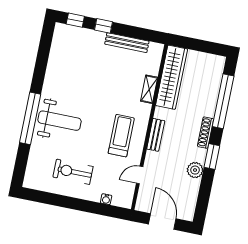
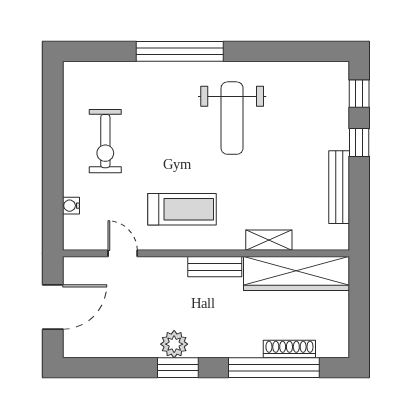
weight bench: (59, 121) -> (232, 118), moved
shoe rack: (206, 133) -> (289, 349), moved
bench: (156, 135) -> (215, 267), moved
plant: (195, 170) -> (174, 344), moved
exercise bike: (73, 172) -> (105, 141), turned 180

